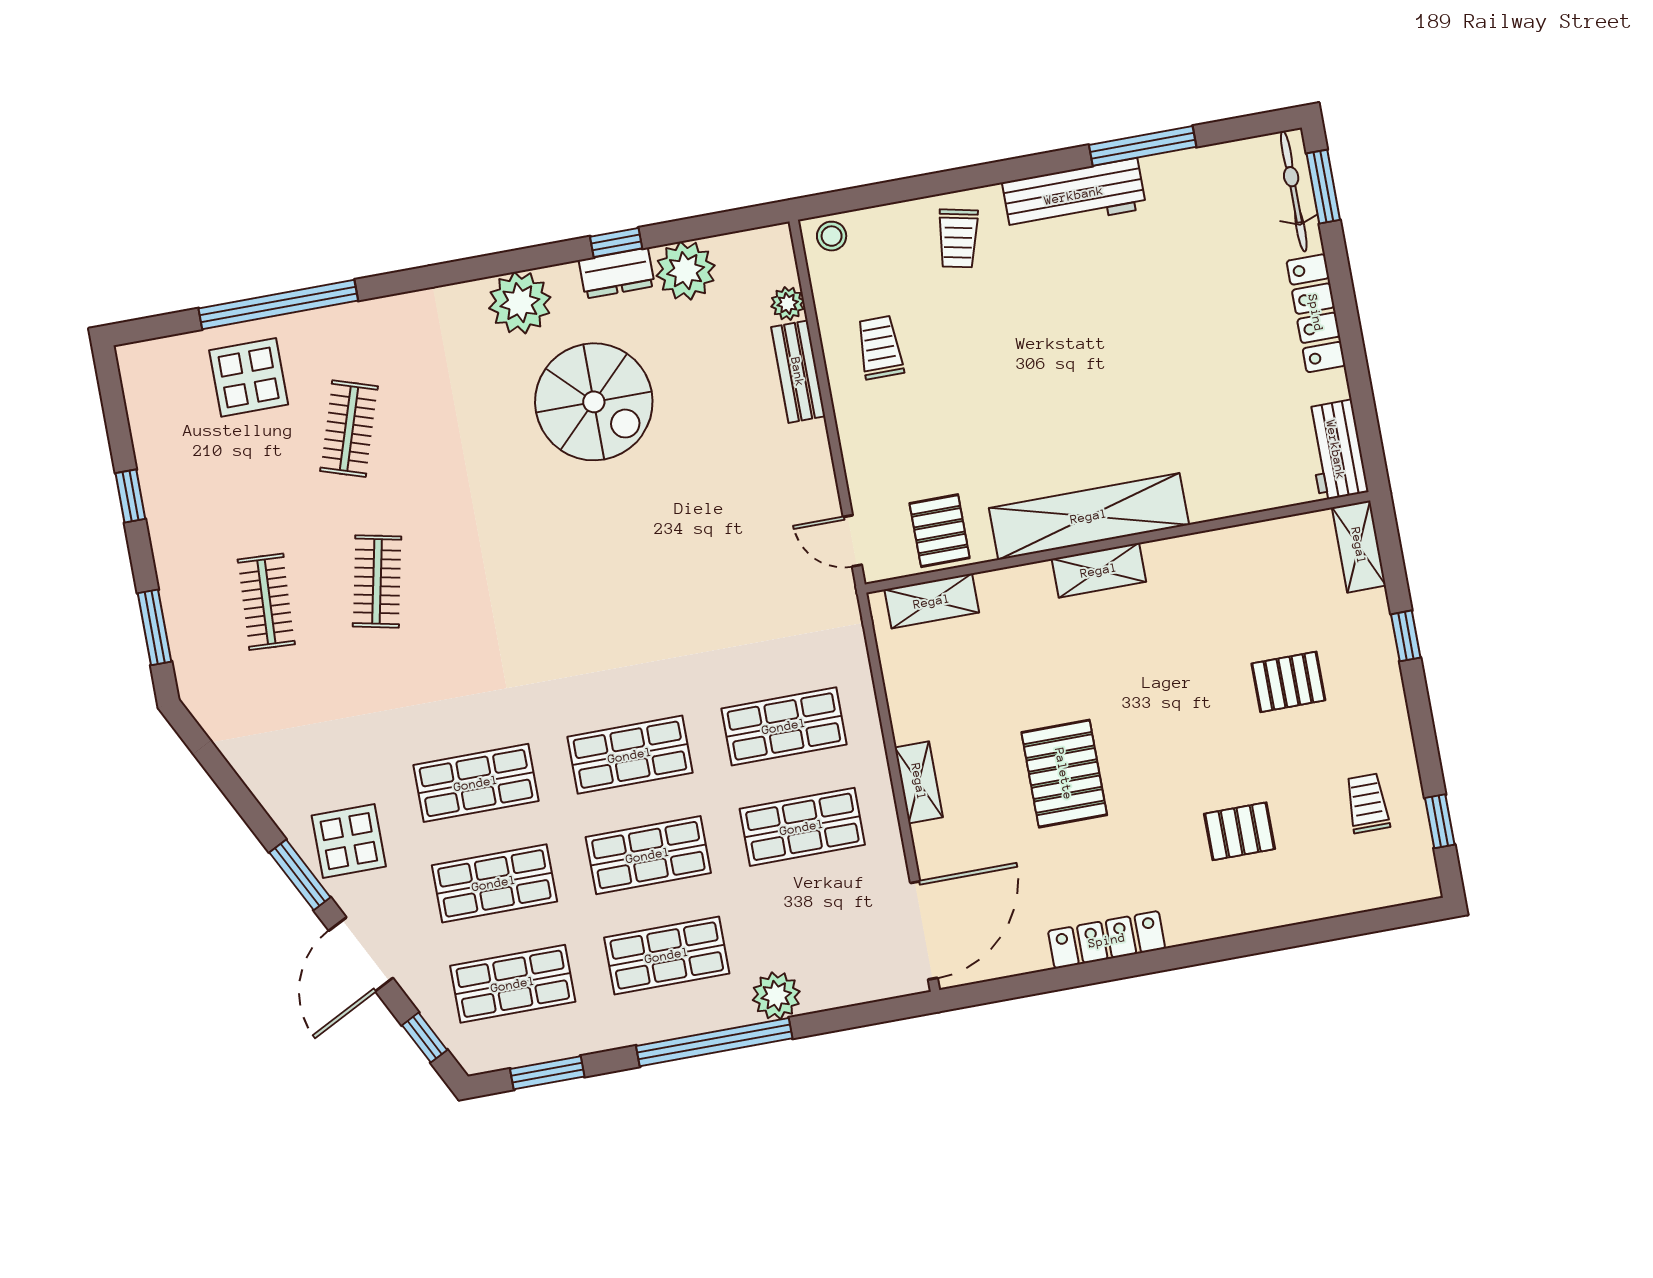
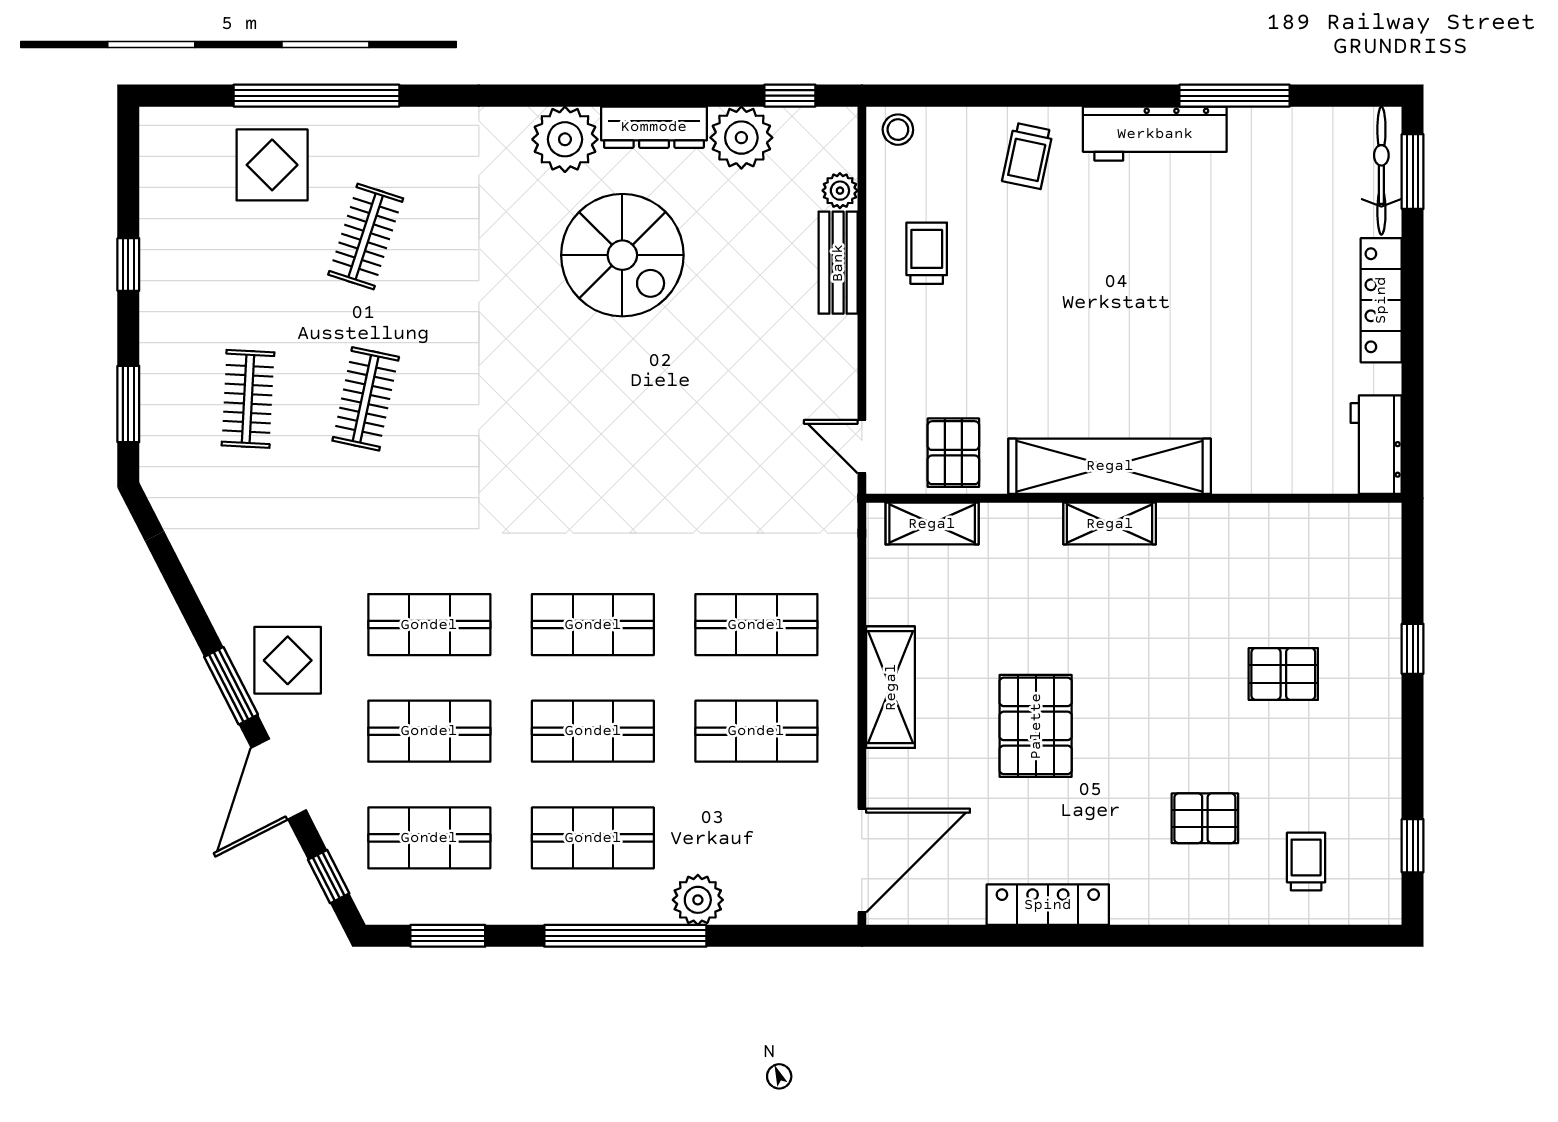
window: (616, 243) -> (790, 96), moved
dresser: (617, 273) -> (654, 127), width x1.44
shelving: (1359, 546) -> (1381, 548), removed
shelving: (919, 782) -> (891, 687), width x1.50, depth x1.33
trolley: (1367, 803) -> (1306, 862), moved

